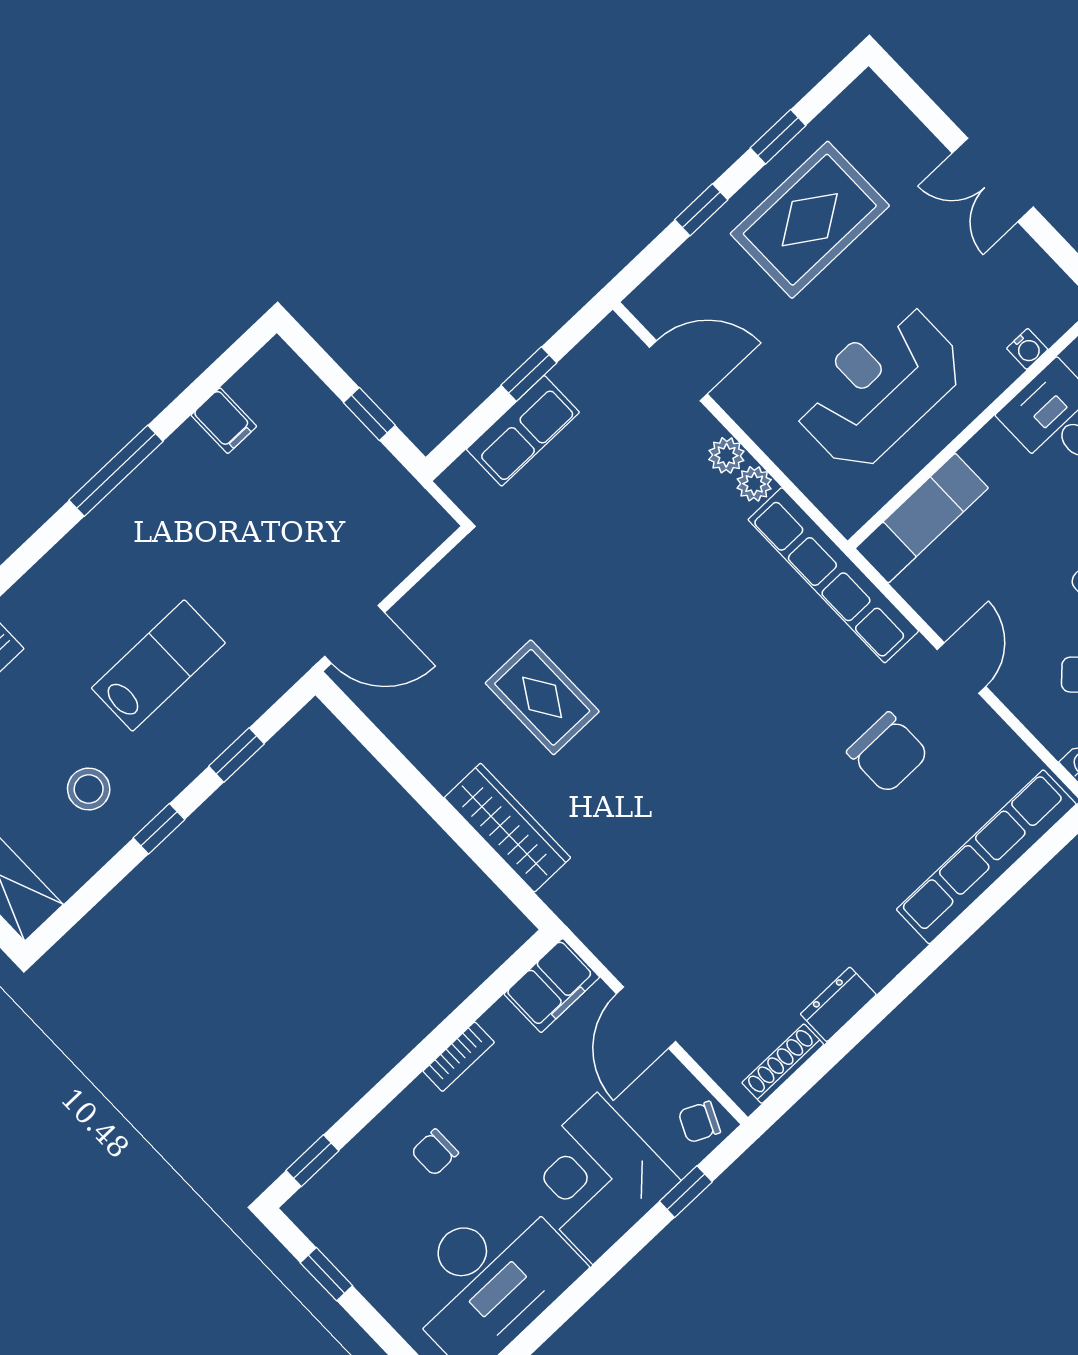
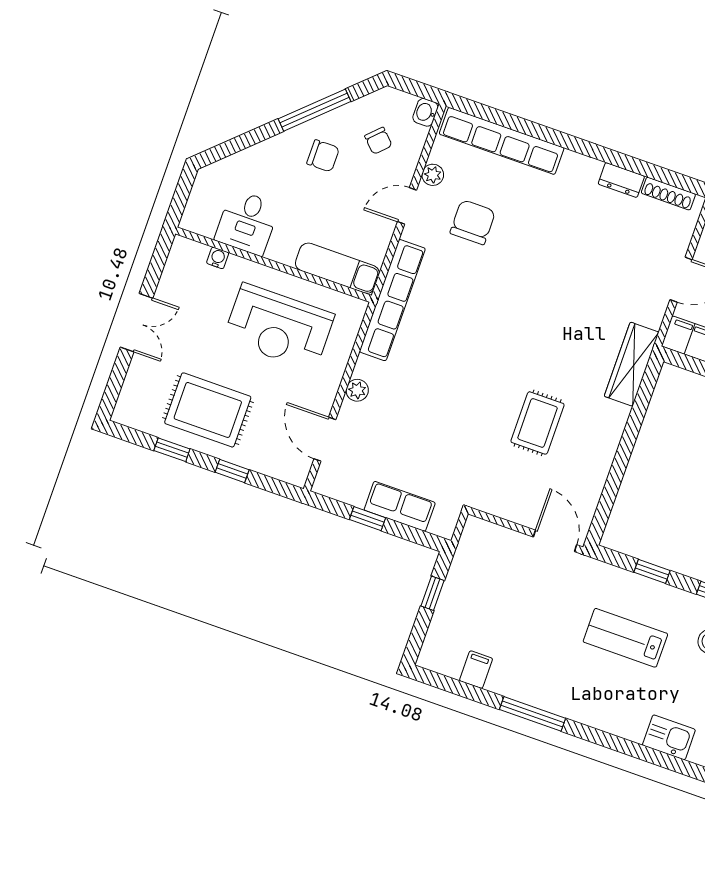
plant: (754, 484) -> (433, 175), moved
wardrobe: (507, 828) -> (632, 364), moved

